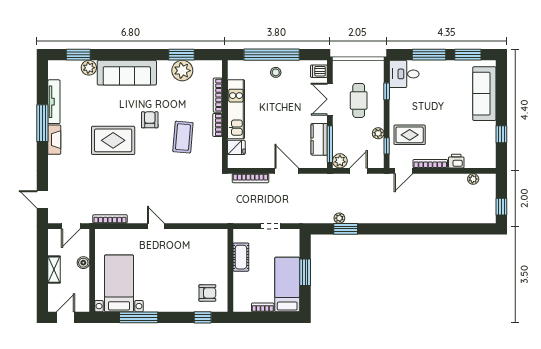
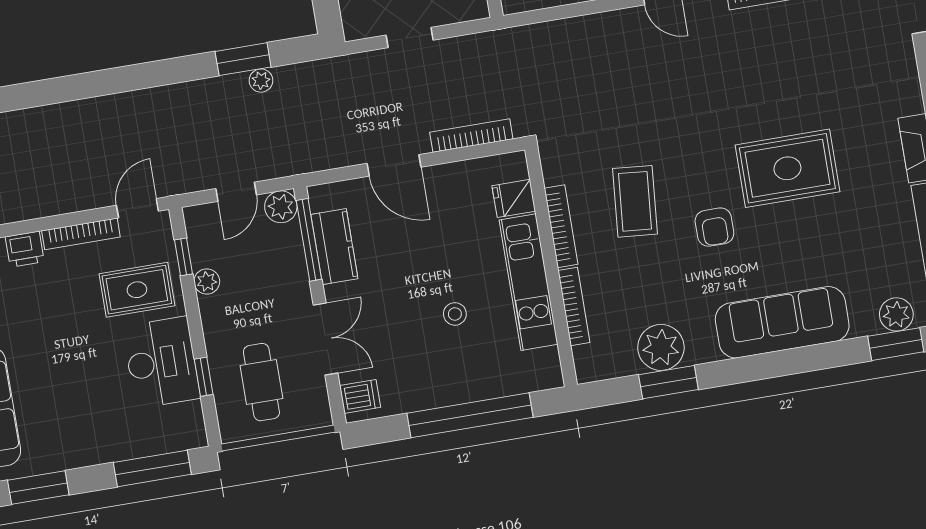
window: (429, 55) -> (152, 468), moved
plant: (89, 68) -> (896, 314), moved
stool: (276, 72) -> (455, 314), moved
desk: (404, 74) -> (161, 362), moved, width x1.37
cafe table: (359, 100) -> (261, 382), moved
bookcase: (217, 125) -> (561, 226), width x1.56

